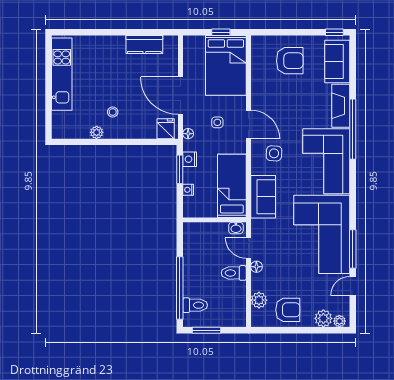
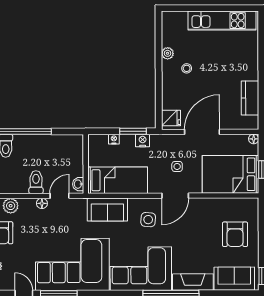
floor lamp: (188, 134) -> (254, 139), moved

